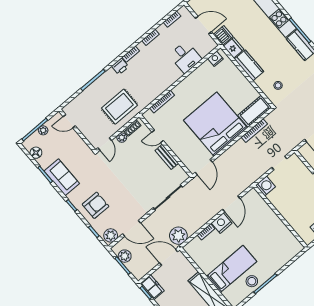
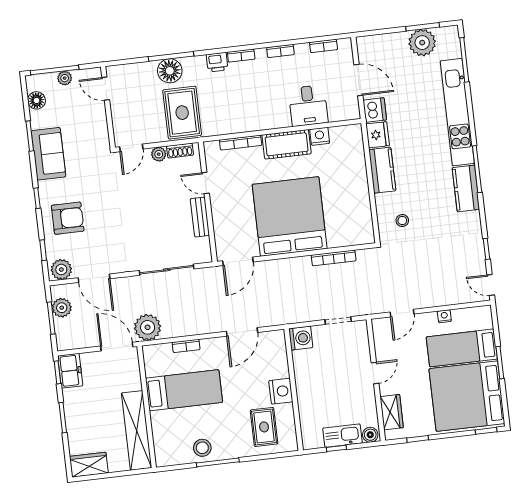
nightstand: (215, 59) -> (320, 136), moved
floor lamp: (98, 88) -> (170, 71), added
rug: (119, 107) -> (182, 113), turned 90
cot: (254, 111) -> (287, 144), moved
nightstand: (222, 223) -> (281, 391), moved, turned 90
rug: (278, 248) -> (264, 427), added
bed: (232, 269) -> (184, 390), moved

